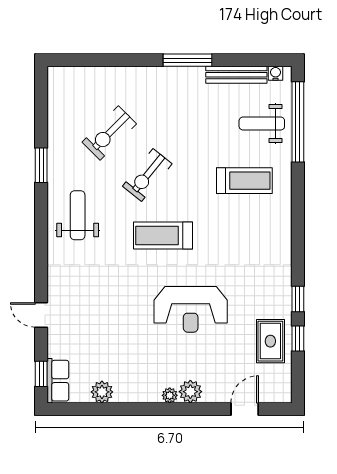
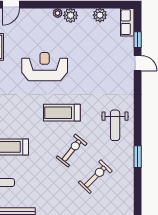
treadmill: (163, 236) -> (62, 113), turned 180
window: (41, 374) -> (138, 40), moved
plant: (190, 392) -> (71, 15), moved

